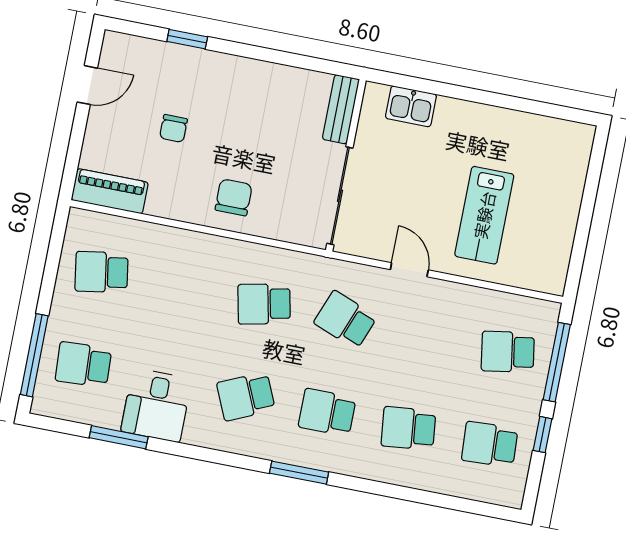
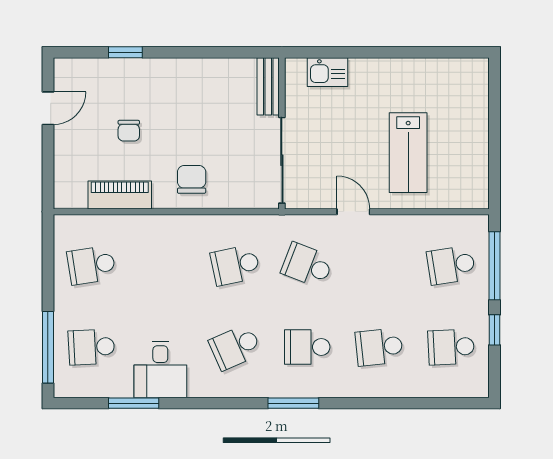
piano: (110, 191) -> (120, 195), moved

